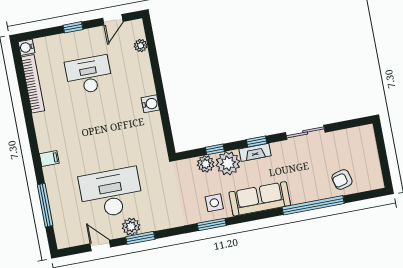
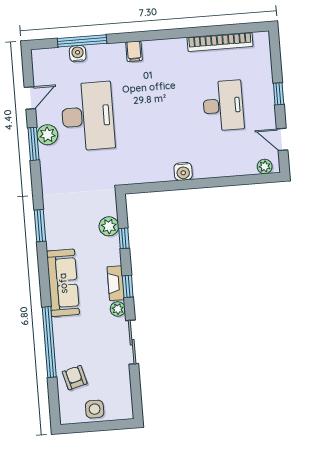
plant: (141, 46) -> (265, 166), moved
water cooler: (27, 47) -> (78, 54), moved
plant: (228, 163) -> (118, 309), moved, width x0.53, depth x0.53
side table: (214, 203) -> (95, 409), moved

